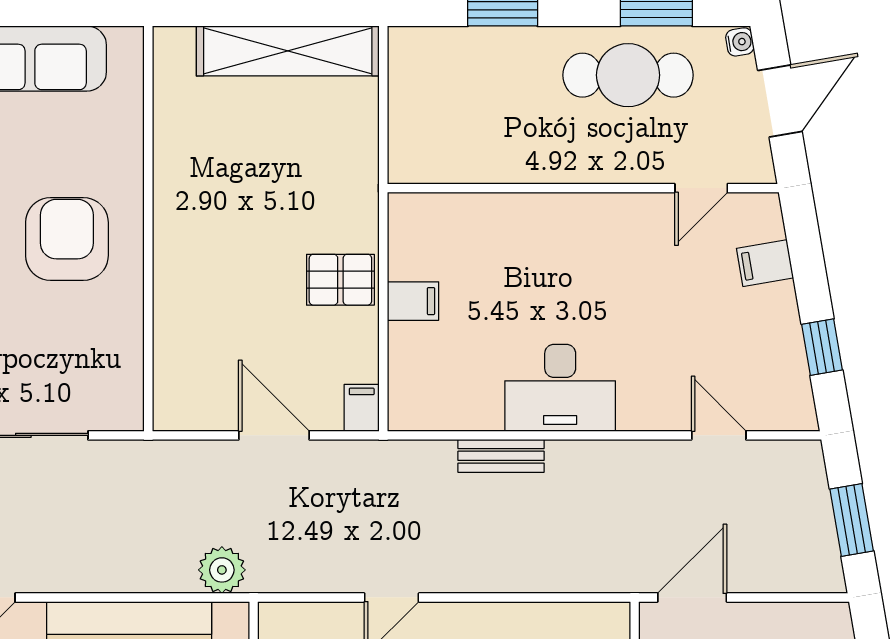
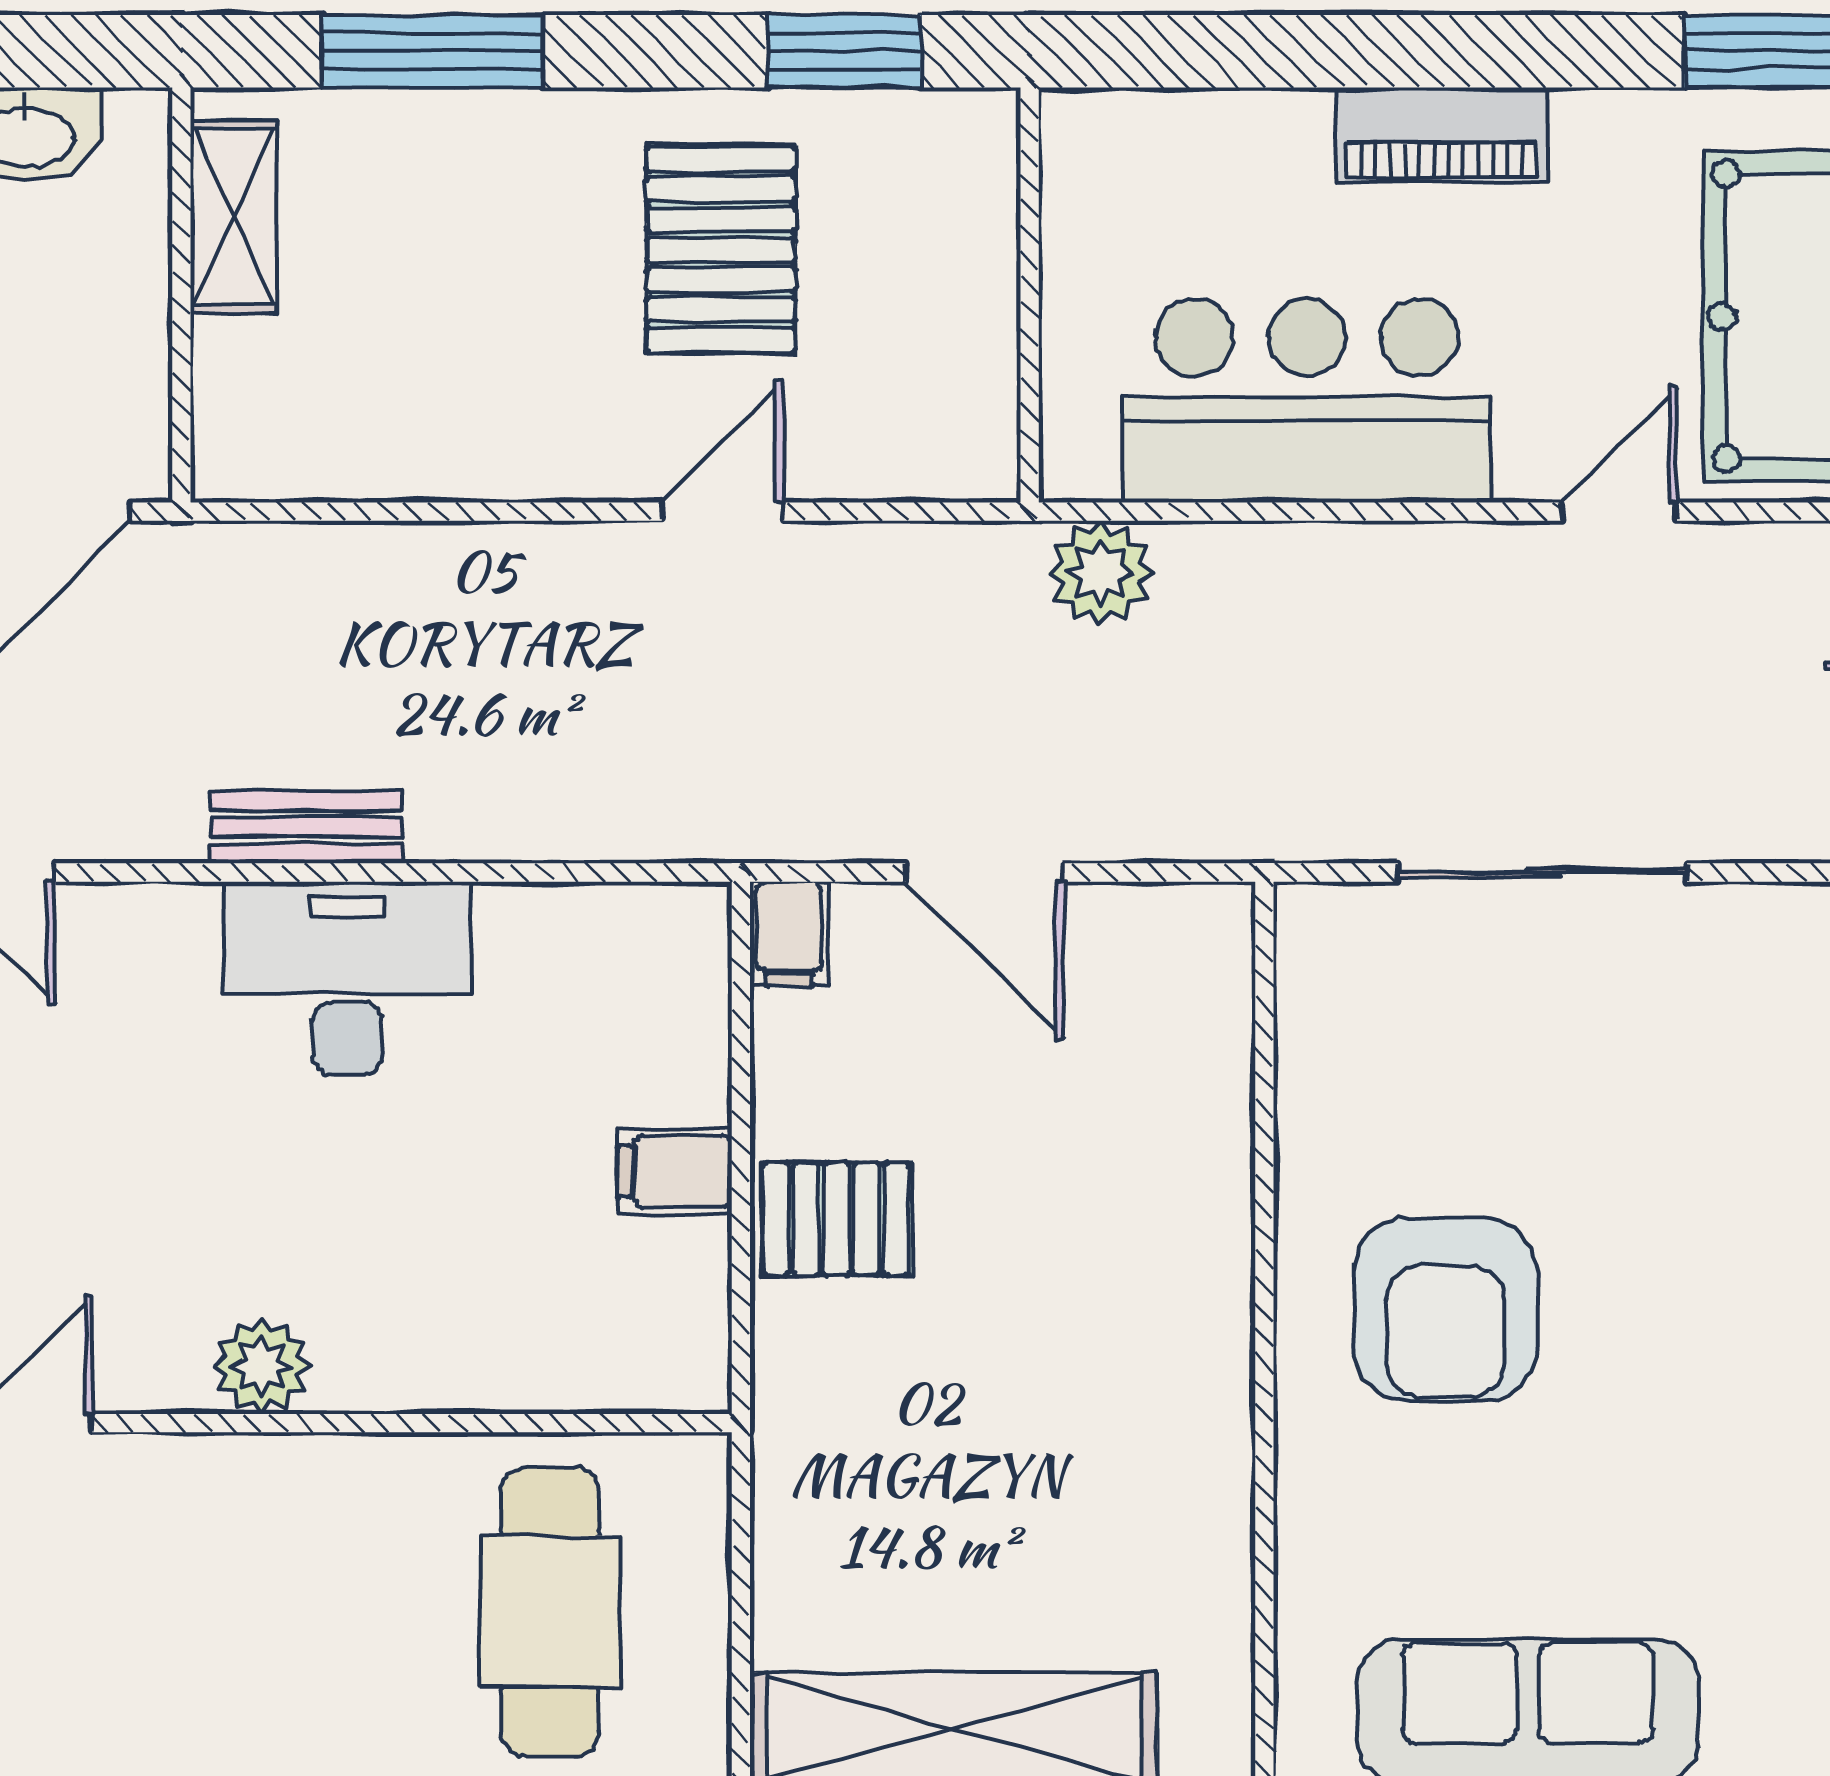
cafe table: (628, 75) -> (550, 1611), moved, turned 90
plant: (599, 214) -> (262, 1366), added
bench: (501, 456) -> (306, 827), moved

